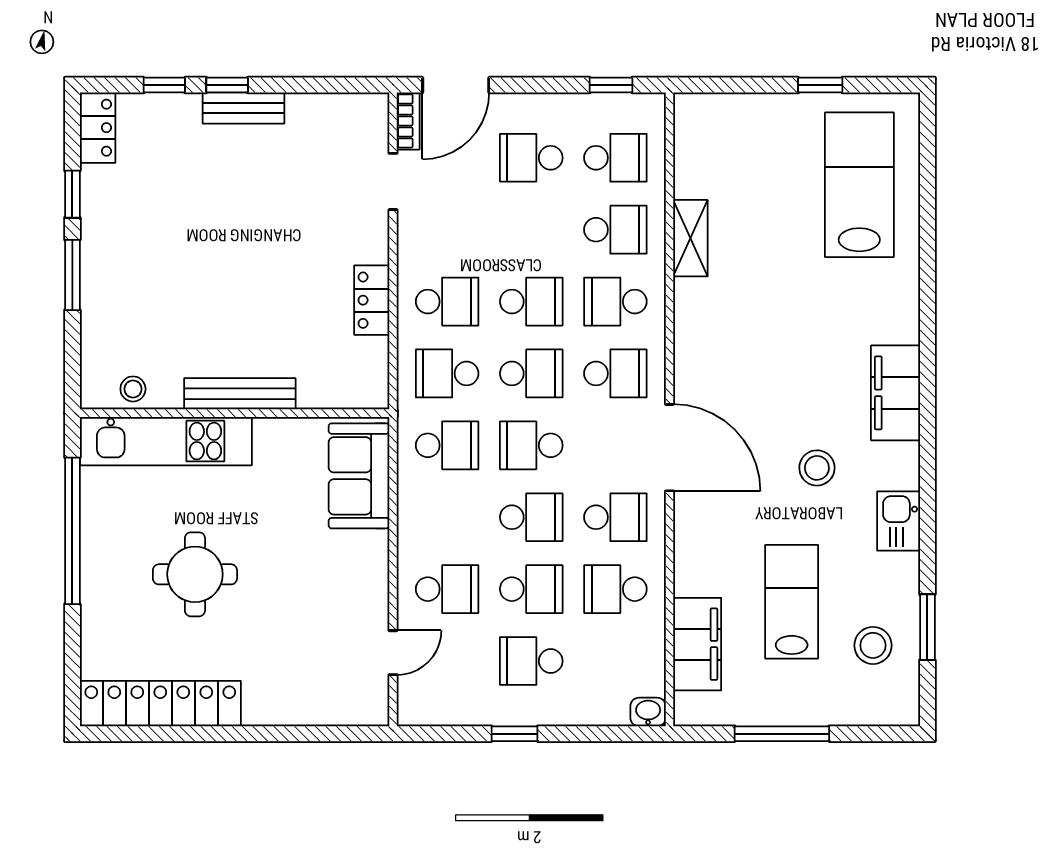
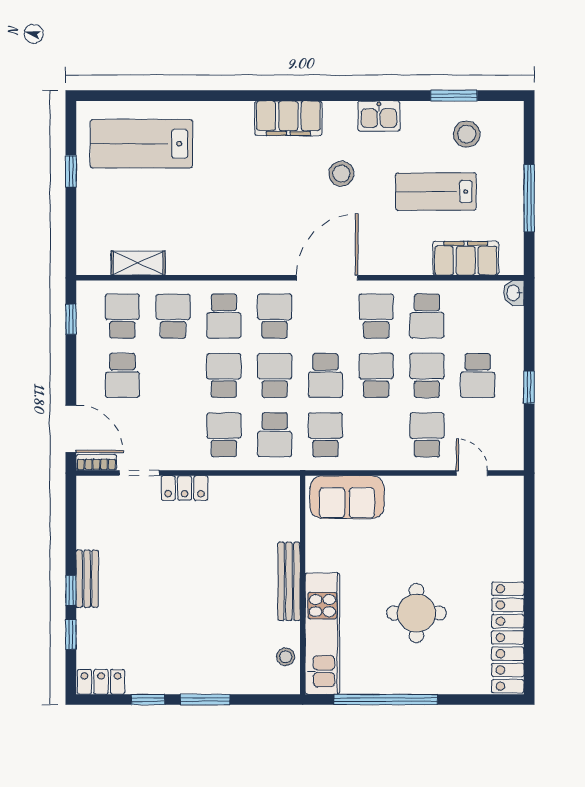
shelving: (690, 238) -> (138, 263), moved
locker: (372, 300) -> (185, 488), moved

